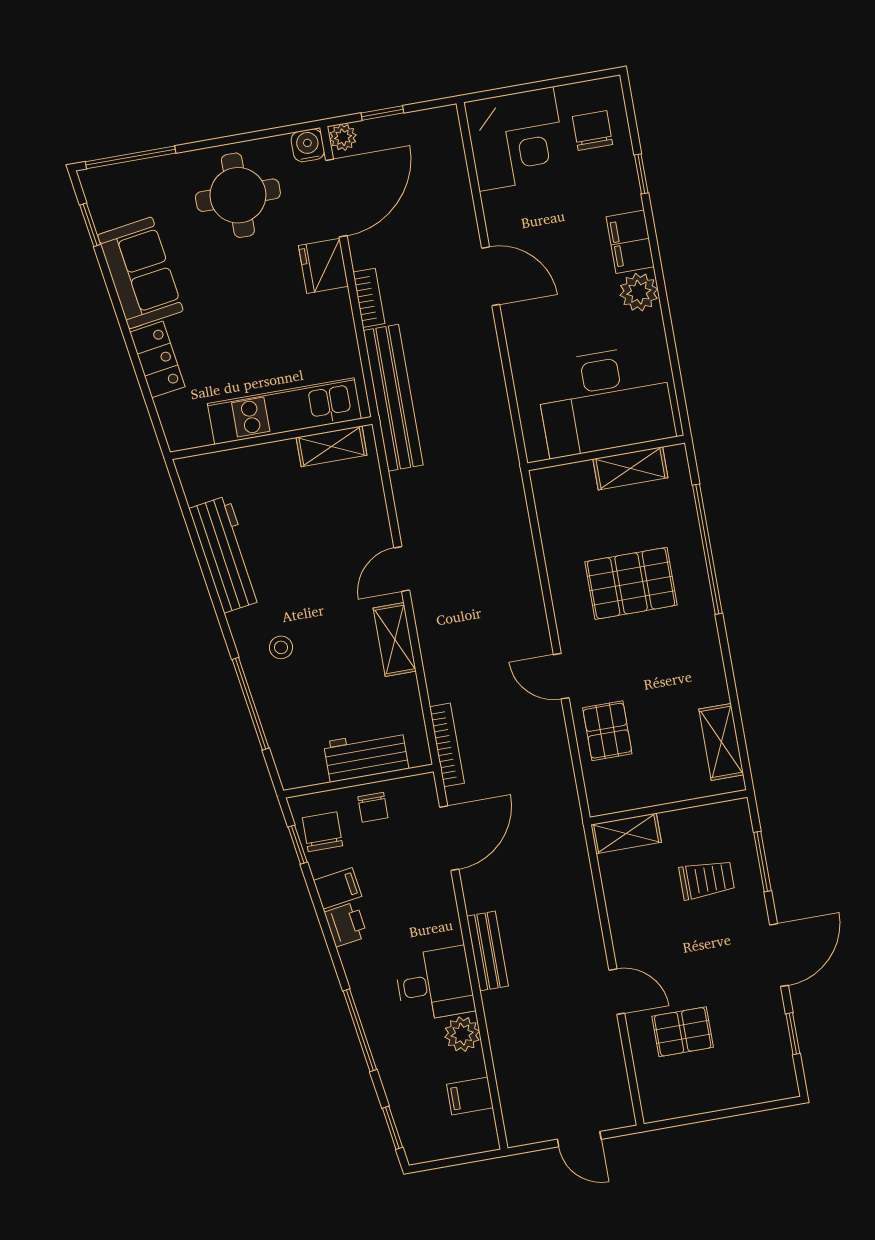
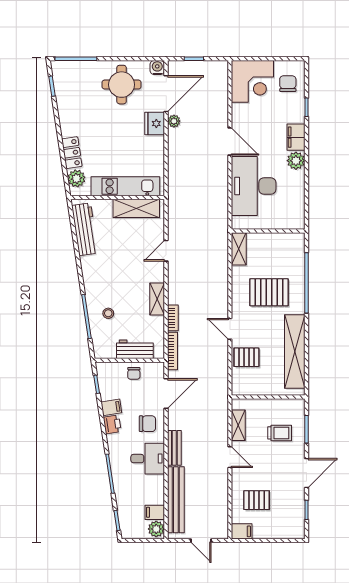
plant: (343, 137) -> (174, 121), moved
sofa: (140, 273) -> (71, 112), removed
bookcase: (369, 298) -> (173, 318), moved
bench: (393, 398) -> (176, 500), moved
desk: (605, 401) -> (254, 186), moved, turned 90
plant: (177, 413) -> (76, 178), added
shelving: (332, 446) -> (136, 208), width x1.50, depth x1.33
shelving: (630, 468) -> (239, 249), moved, turned 90
workbench: (226, 554) -> (85, 229), moved
door: (402, 569) -> (166, 251), moved
stool: (281, 647) -> (108, 313), moved
pallet: (607, 731) -> (246, 357), turned 90
shelving: (721, 742) -> (295, 351), width x2.20, depth x1.33
chair: (322, 832) -> (147, 424), moved, turned 90
shelving: (626, 833) -> (238, 425), moved, turned 90
door: (617, 992) -> (230, 457), moved
plant: (462, 1034) -> (156, 529), moved
filing cabinet: (663, 1104) -> (242, 531), added

